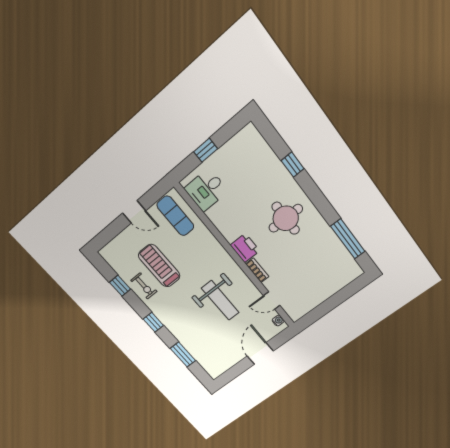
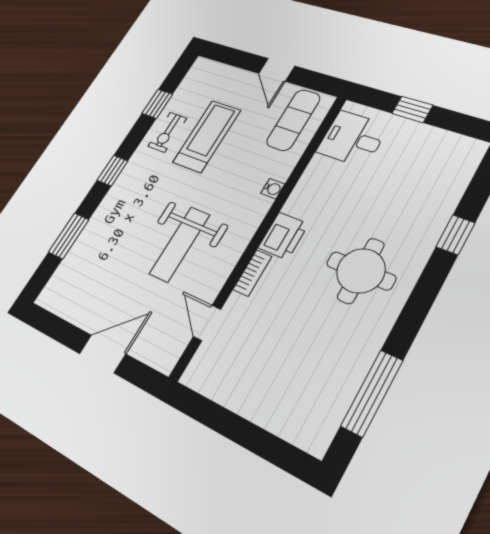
water cooler: (278, 321) -> (273, 189), moved

